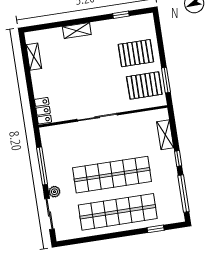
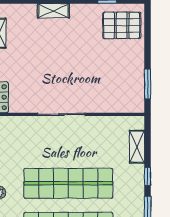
pallet: (136, 53) -> (122, 25), moved
pallet: (144, 85) -> (122, 86), removed

